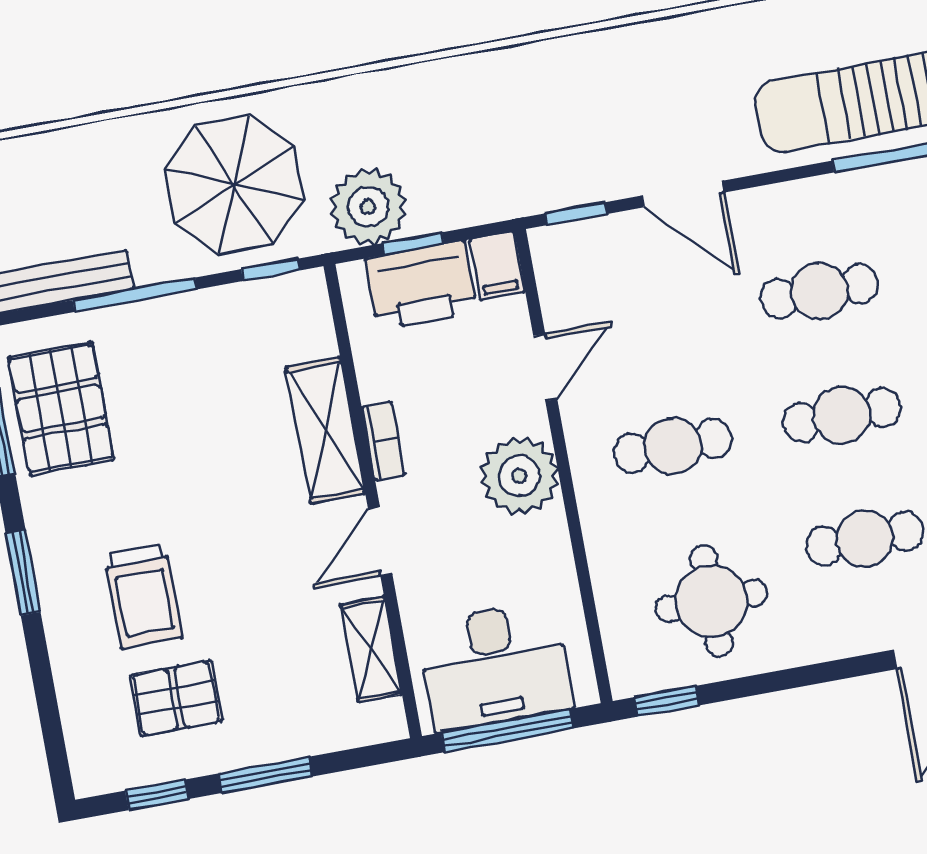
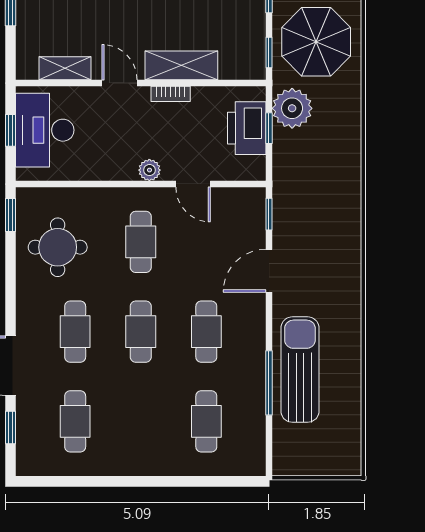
filing cabinet: (497, 266) -> (250, 169), removed
plant: (519, 476) -> (149, 170), width x0.53, depth x0.53
window: (507, 731) -> (10, 130), width x0.46

